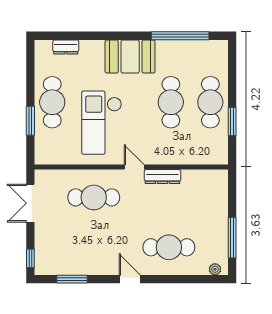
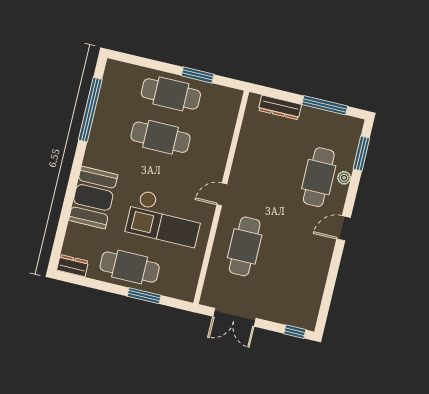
dresser: (66, 47) -> (73, 266), moved, turned -90
booth: (130, 56) -> (93, 197), moved
dresser: (162, 177) -> (280, 107), moved, turned 90
plant: (215, 269) -> (344, 178), moved
window: (72, 279) -> (361, 153), moved

